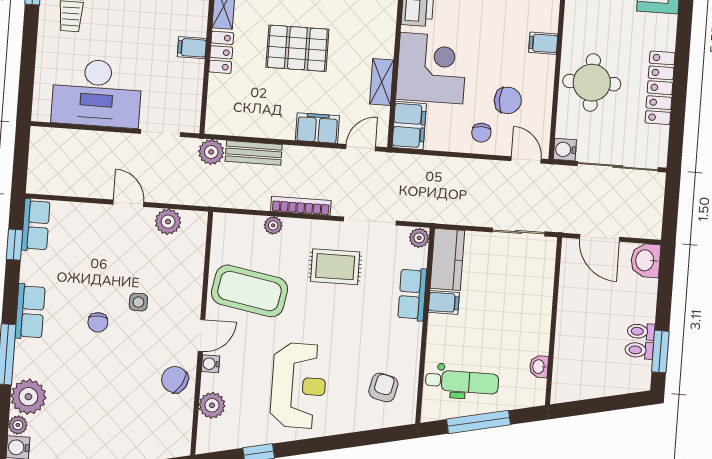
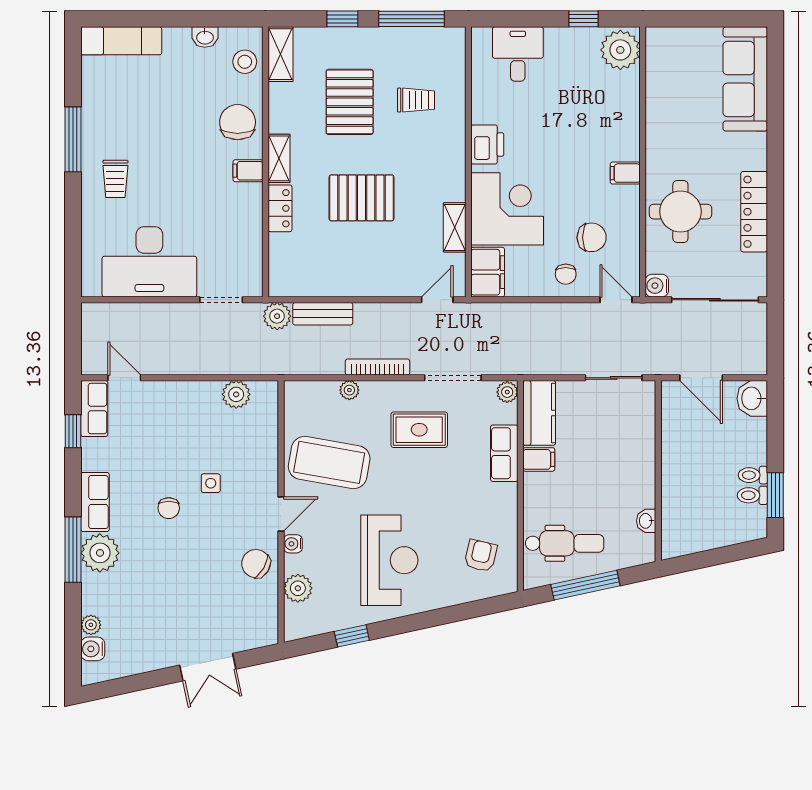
filing cabinet: (192, 48) -> (248, 171), moved
filing cabinet: (317, 128) -> (389, 282), removed
door: (128, 203) -> (124, 378), moved
plant: (28, 397) -> (100, 553), moved

